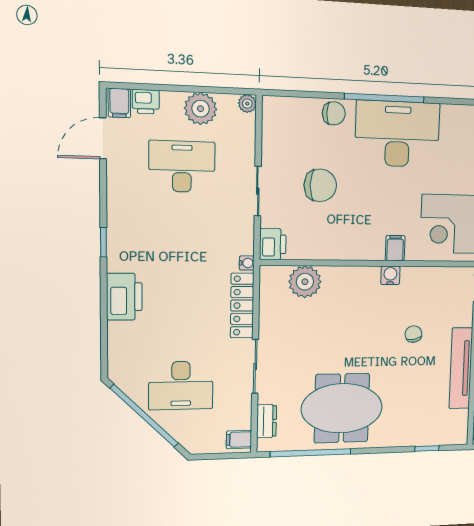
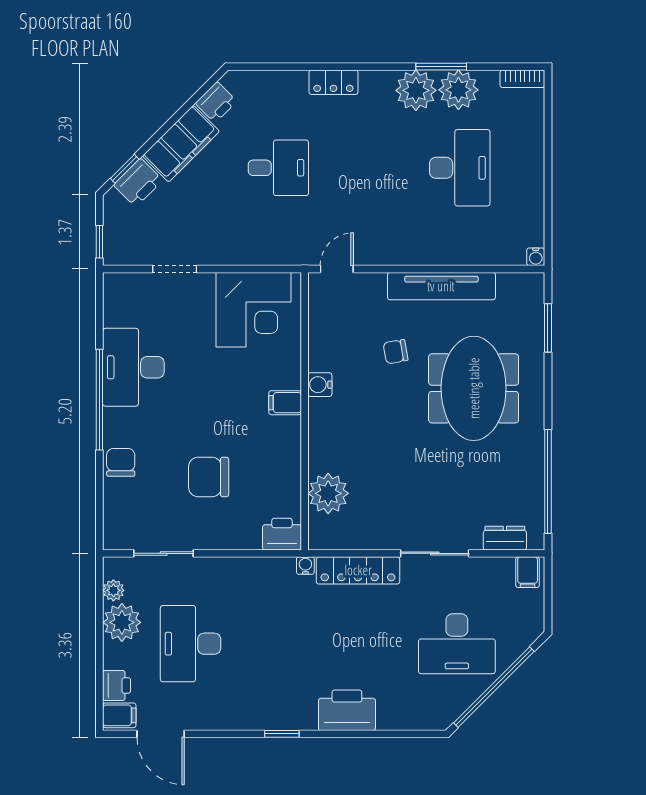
plant: (247, 104) -> (113, 590), moved
desk: (397, 134) -> (133, 367), width x0.73, depth x0.77
chair: (320, 185) -> (209, 477), turned -90
sliding door: (258, 191) -> (164, 553), moved
filing cabinet: (395, 248) -> (285, 403), moved
desk: (181, 386) -> (457, 644), turned 90
meeting table: (342, 408) -> (474, 388), moved
window: (427, 448) -> (548, 328), width x1.50

